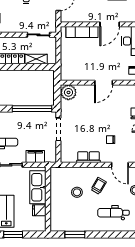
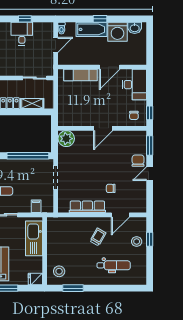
filing cabinet: (35, 157) -> (36, 206), width x0.50
row of seats: (89, 157) -> (87, 207), width x1.48
door: (120, 165) -> (120, 215), hinge flipped
stool: (77, 192) -> (59, 271), moved
fridge: (39, 210) -> (35, 279), moved
dental chair: (113, 213) -> (114, 265), turned 180

